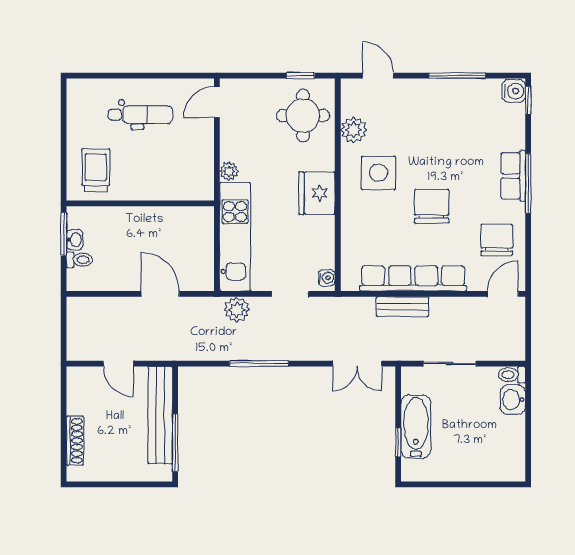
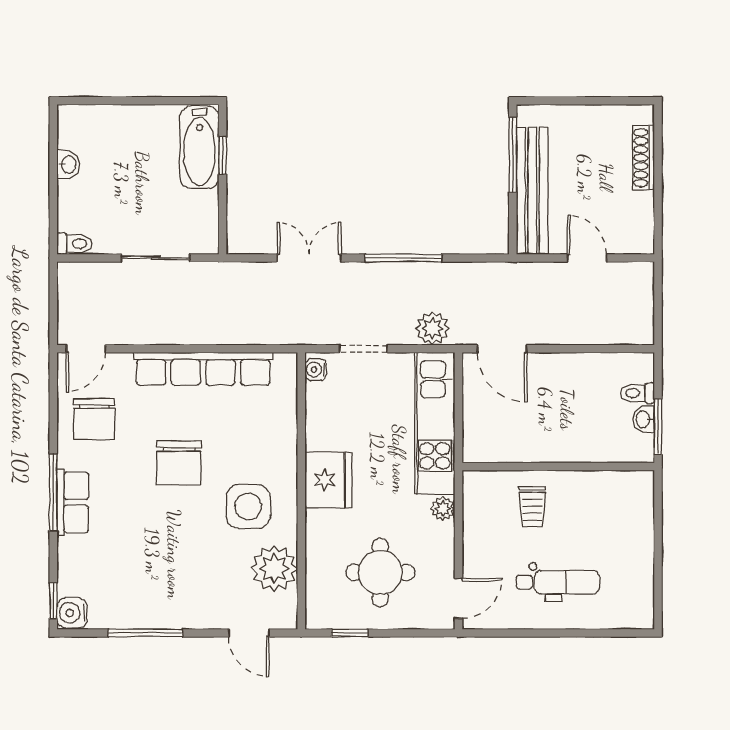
dental chair: (141, 115) -> (558, 582), turned 180
round table: (303, 116) -> (380, 572), moved
plant: (354, 130) -> (274, 569), width x1.36, depth x1.36
trolley: (96, 170) -> (532, 507), moved, width x0.73, depth x0.72
door: (160, 294) -> (502, 349), moved
bench: (402, 307) -> (217, 332), removed
double door: (357, 364) -> (309, 258), moved
washbasin: (513, 400) -> (68, 164), moved, width x0.72, depth x0.69
bathtub: (416, 427) -> (199, 147), moved

